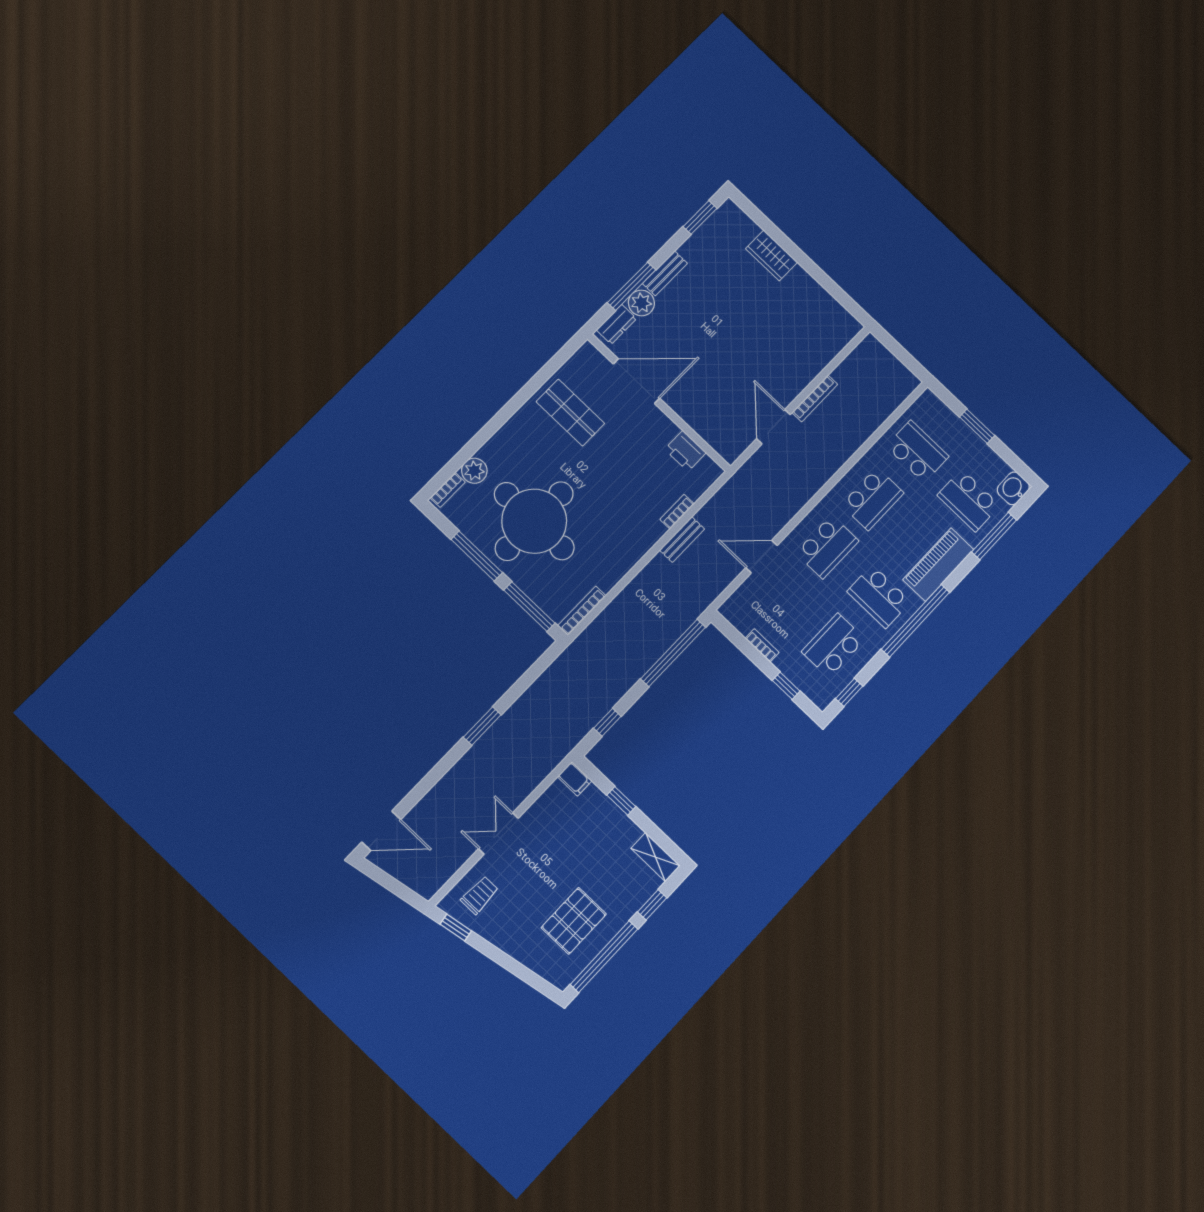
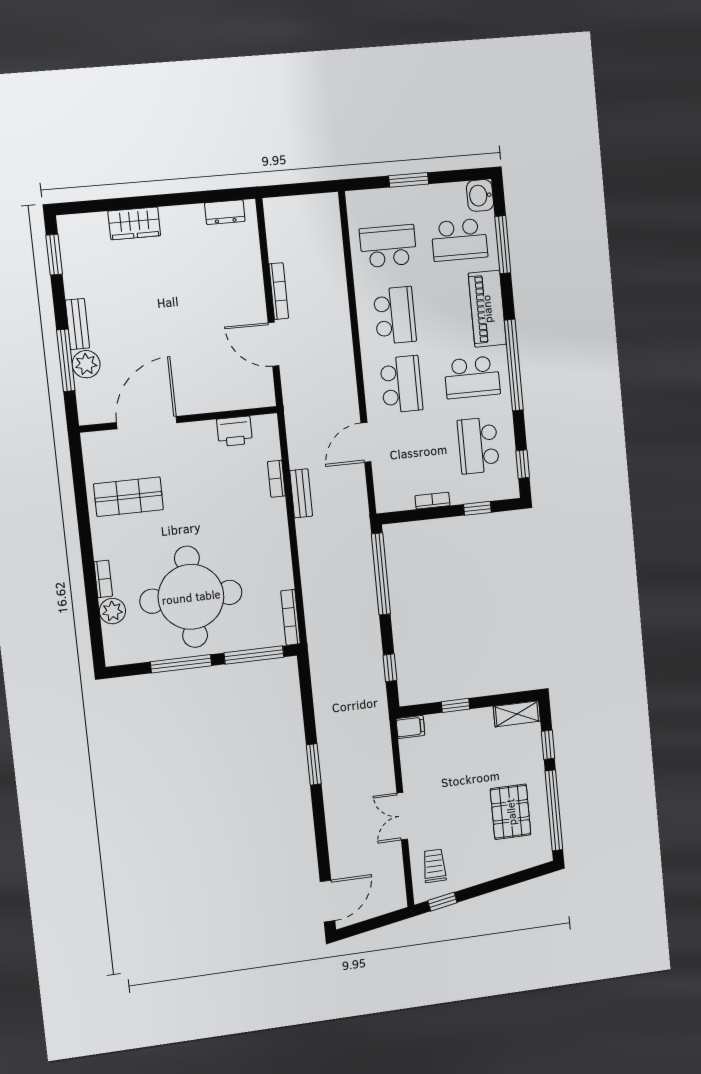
dresser: (616, 324) -> (225, 212), moved, turned 90
bookcase: (448, 490) -> (103, 579), moved

